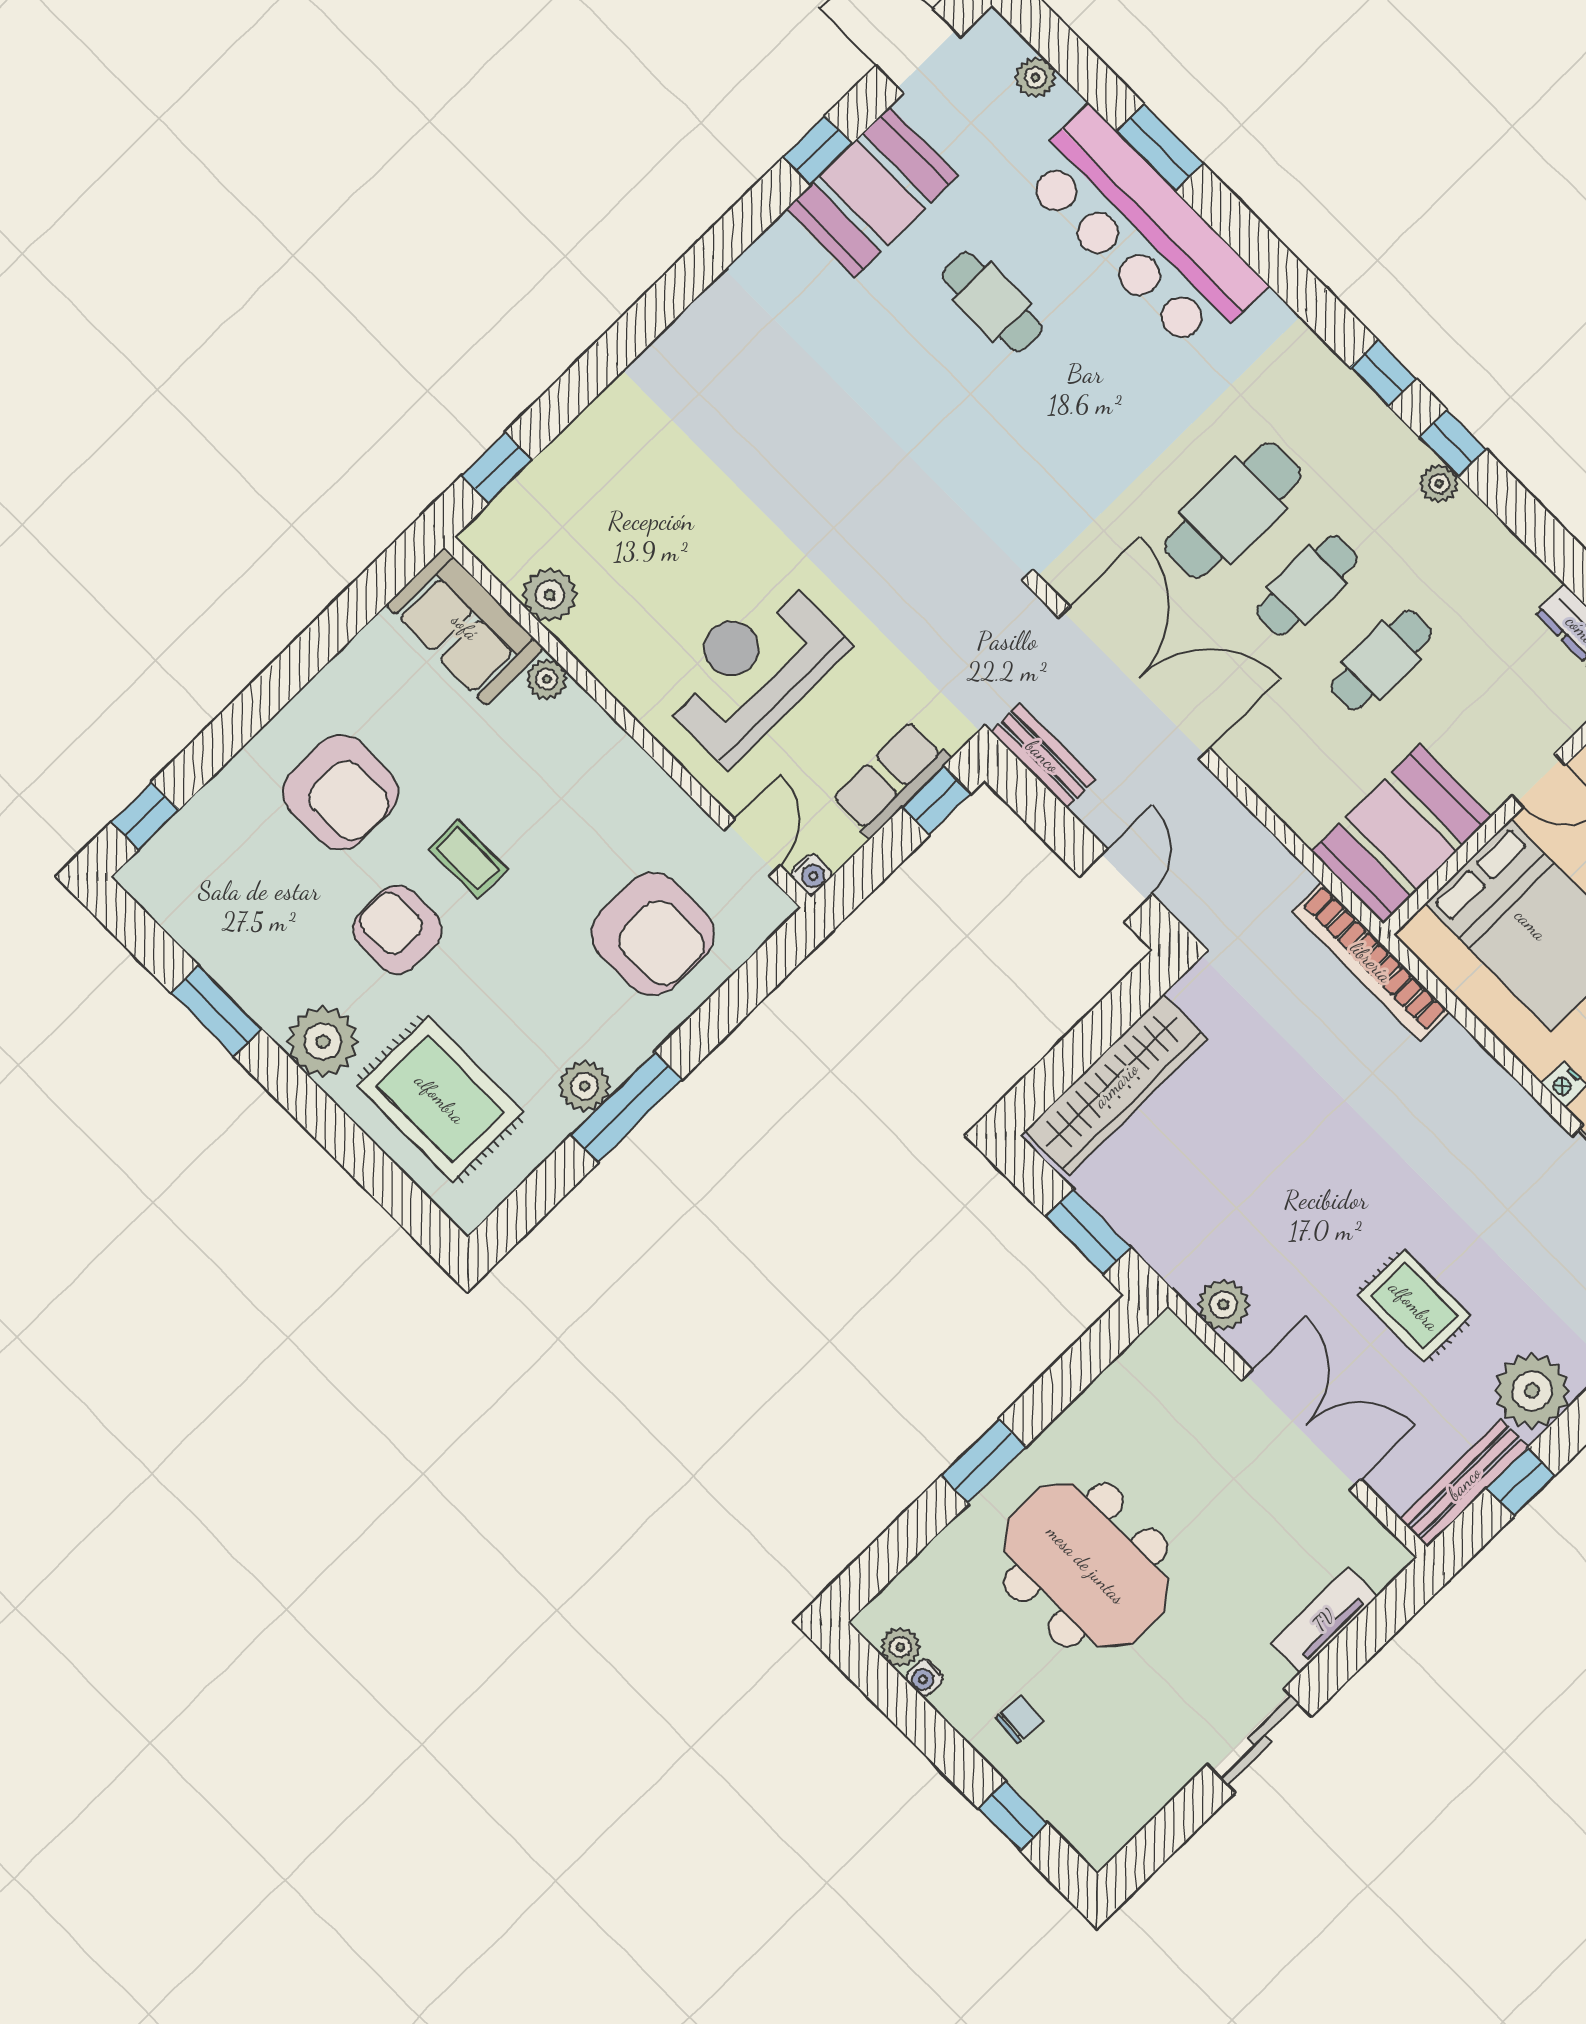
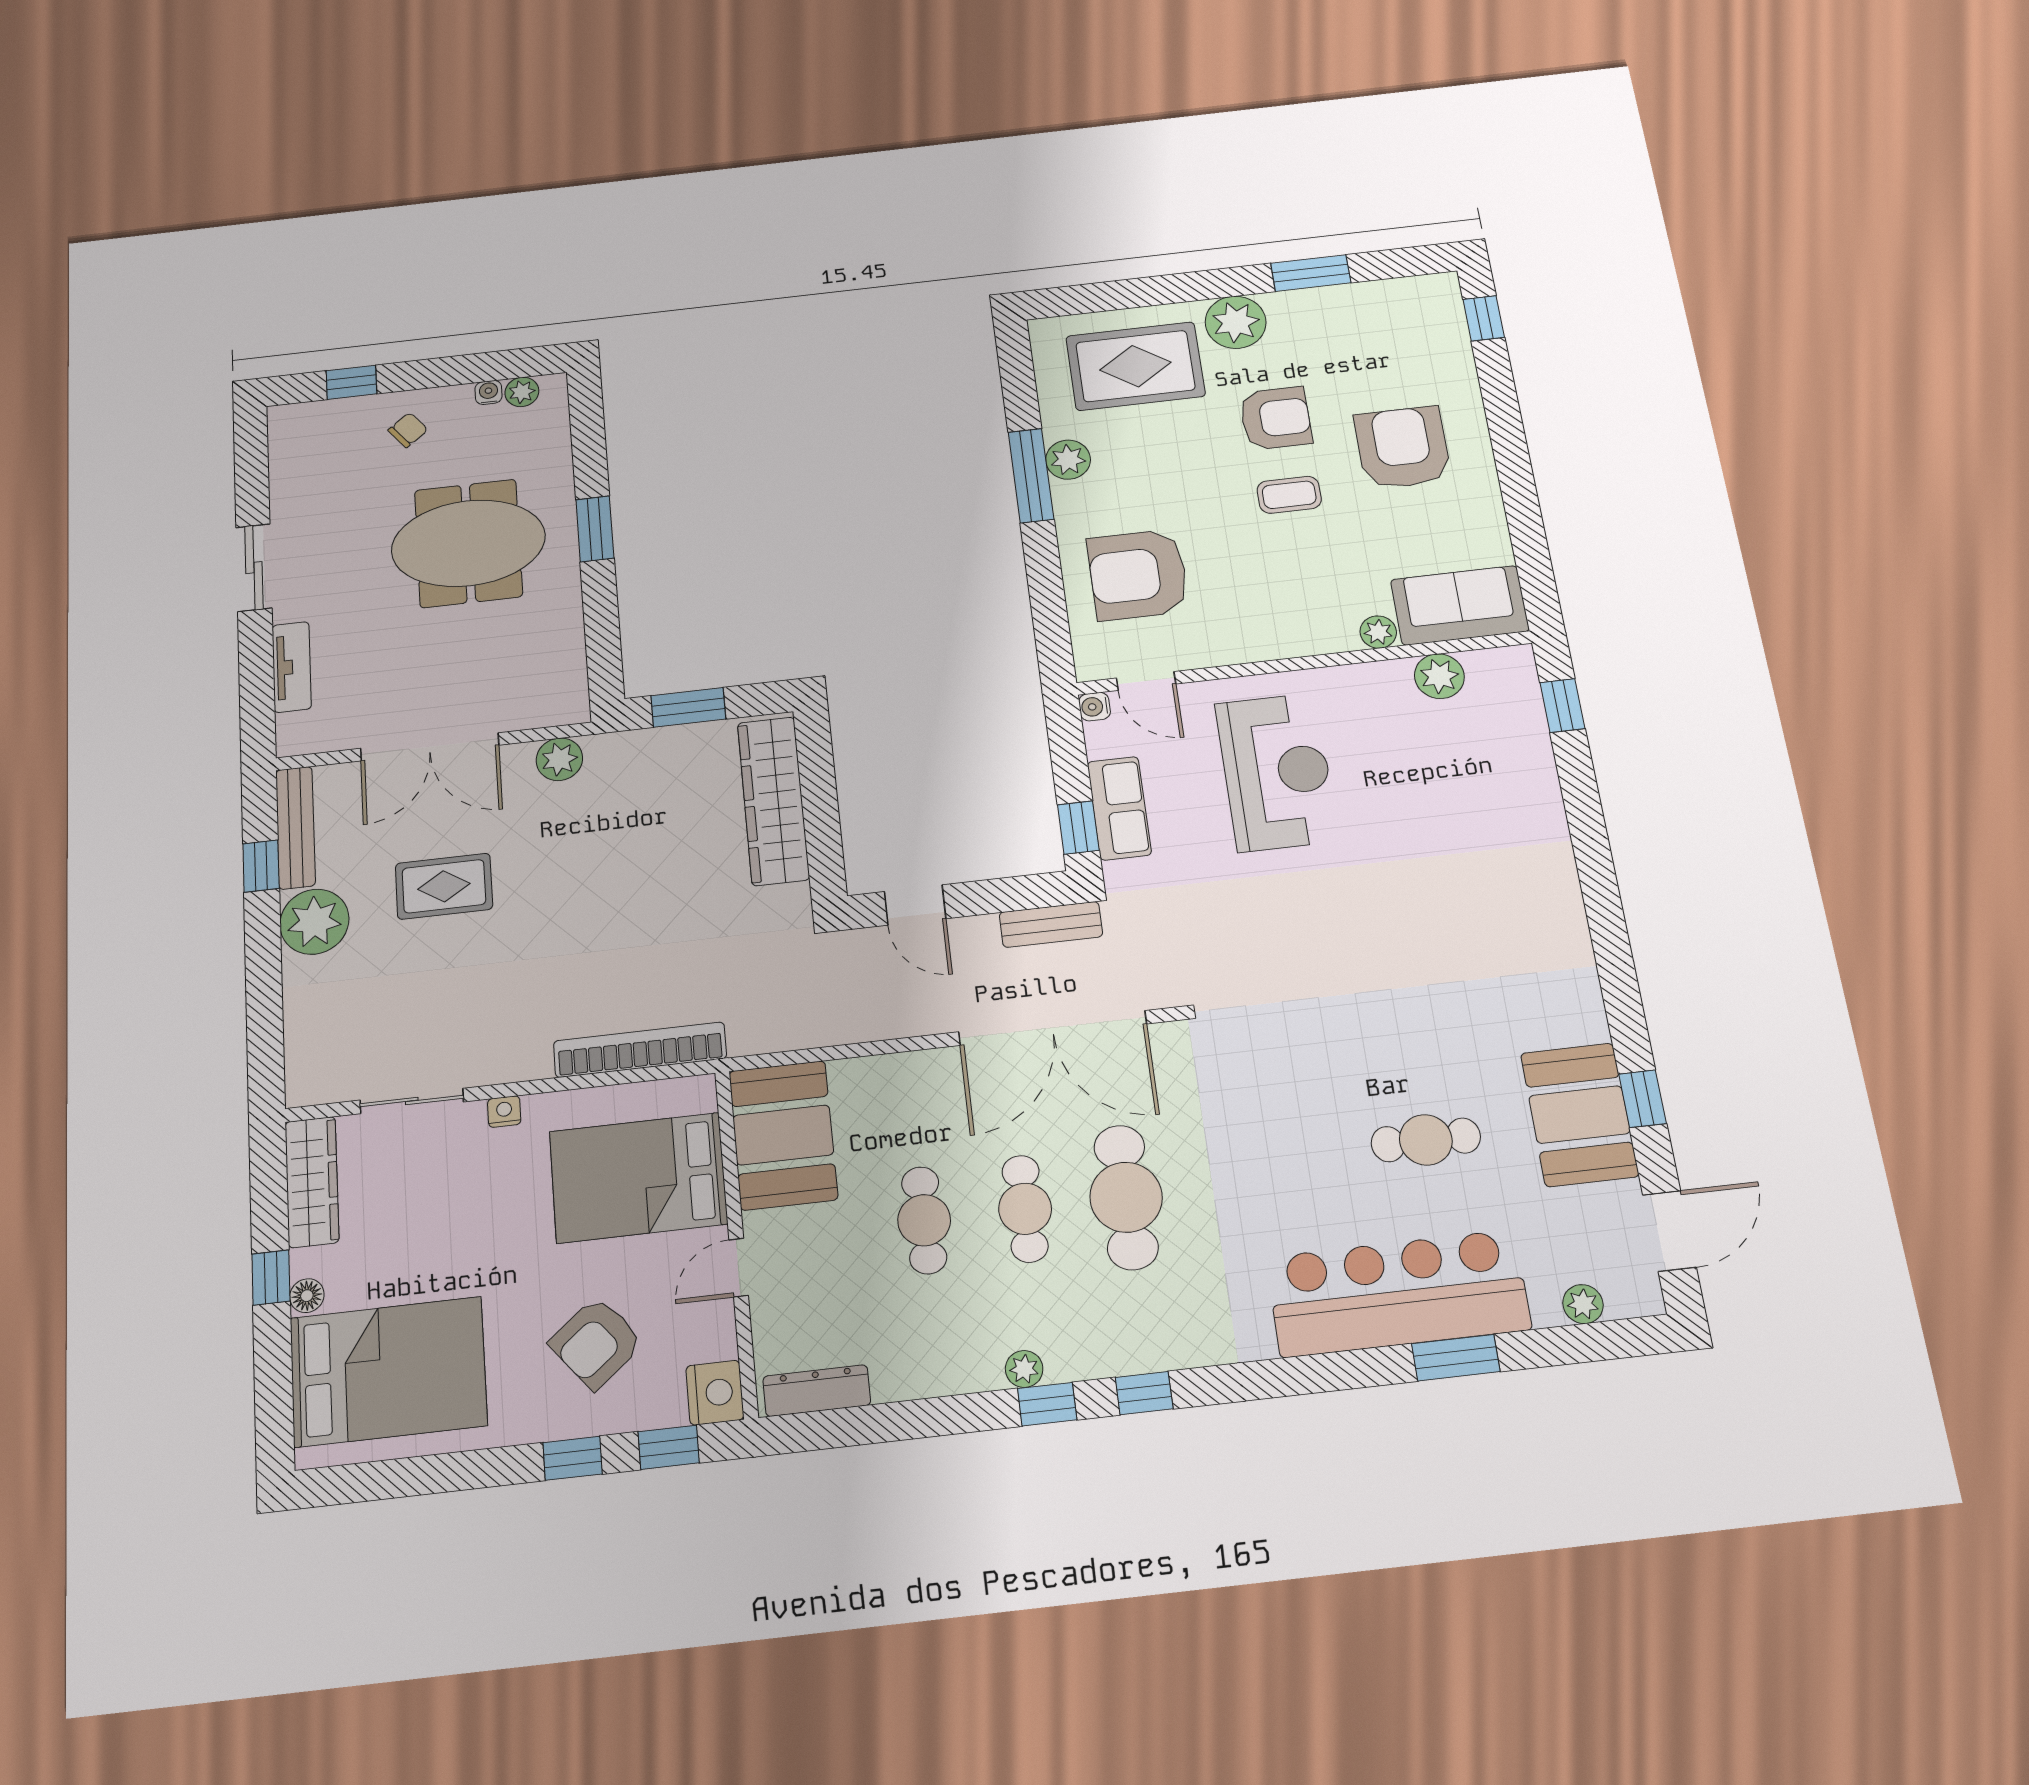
armchair: (341, 792) -> (1403, 448), turned 90
bookcase: (1371, 962) -> (640, 1050), moved
chair: (1019, 1720) -> (408, 430), turned -132

